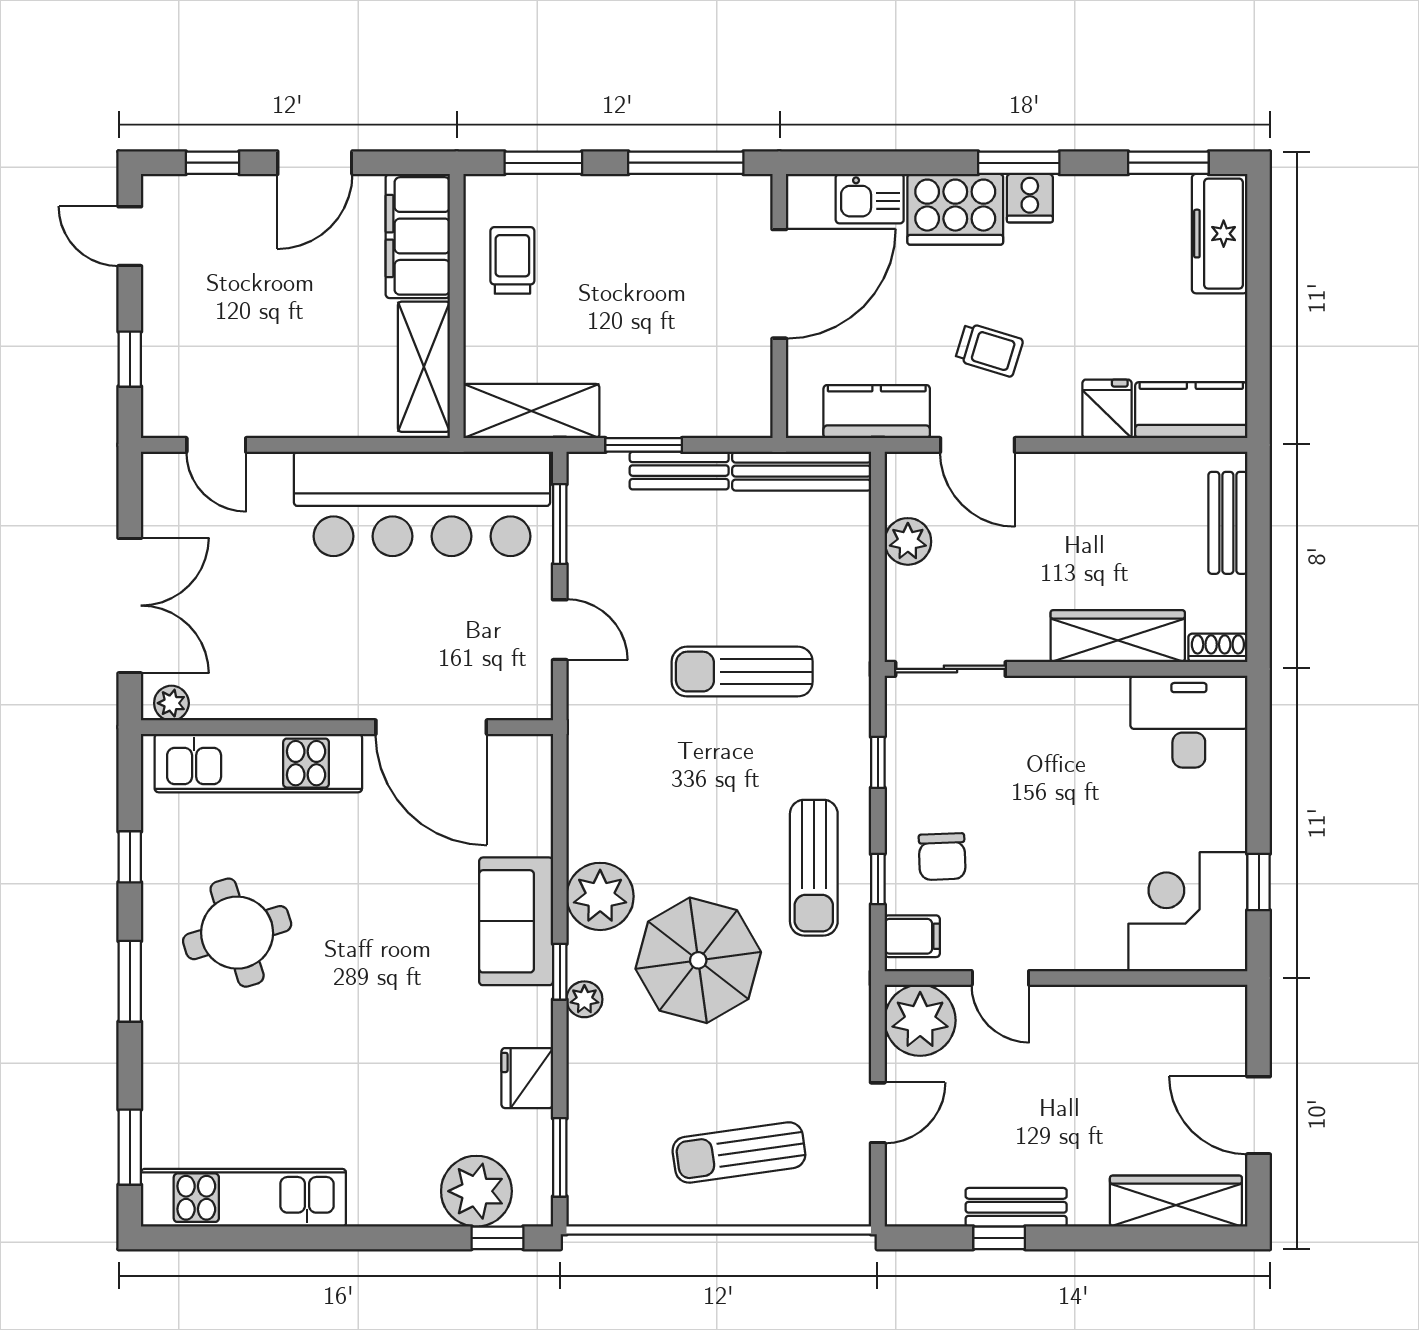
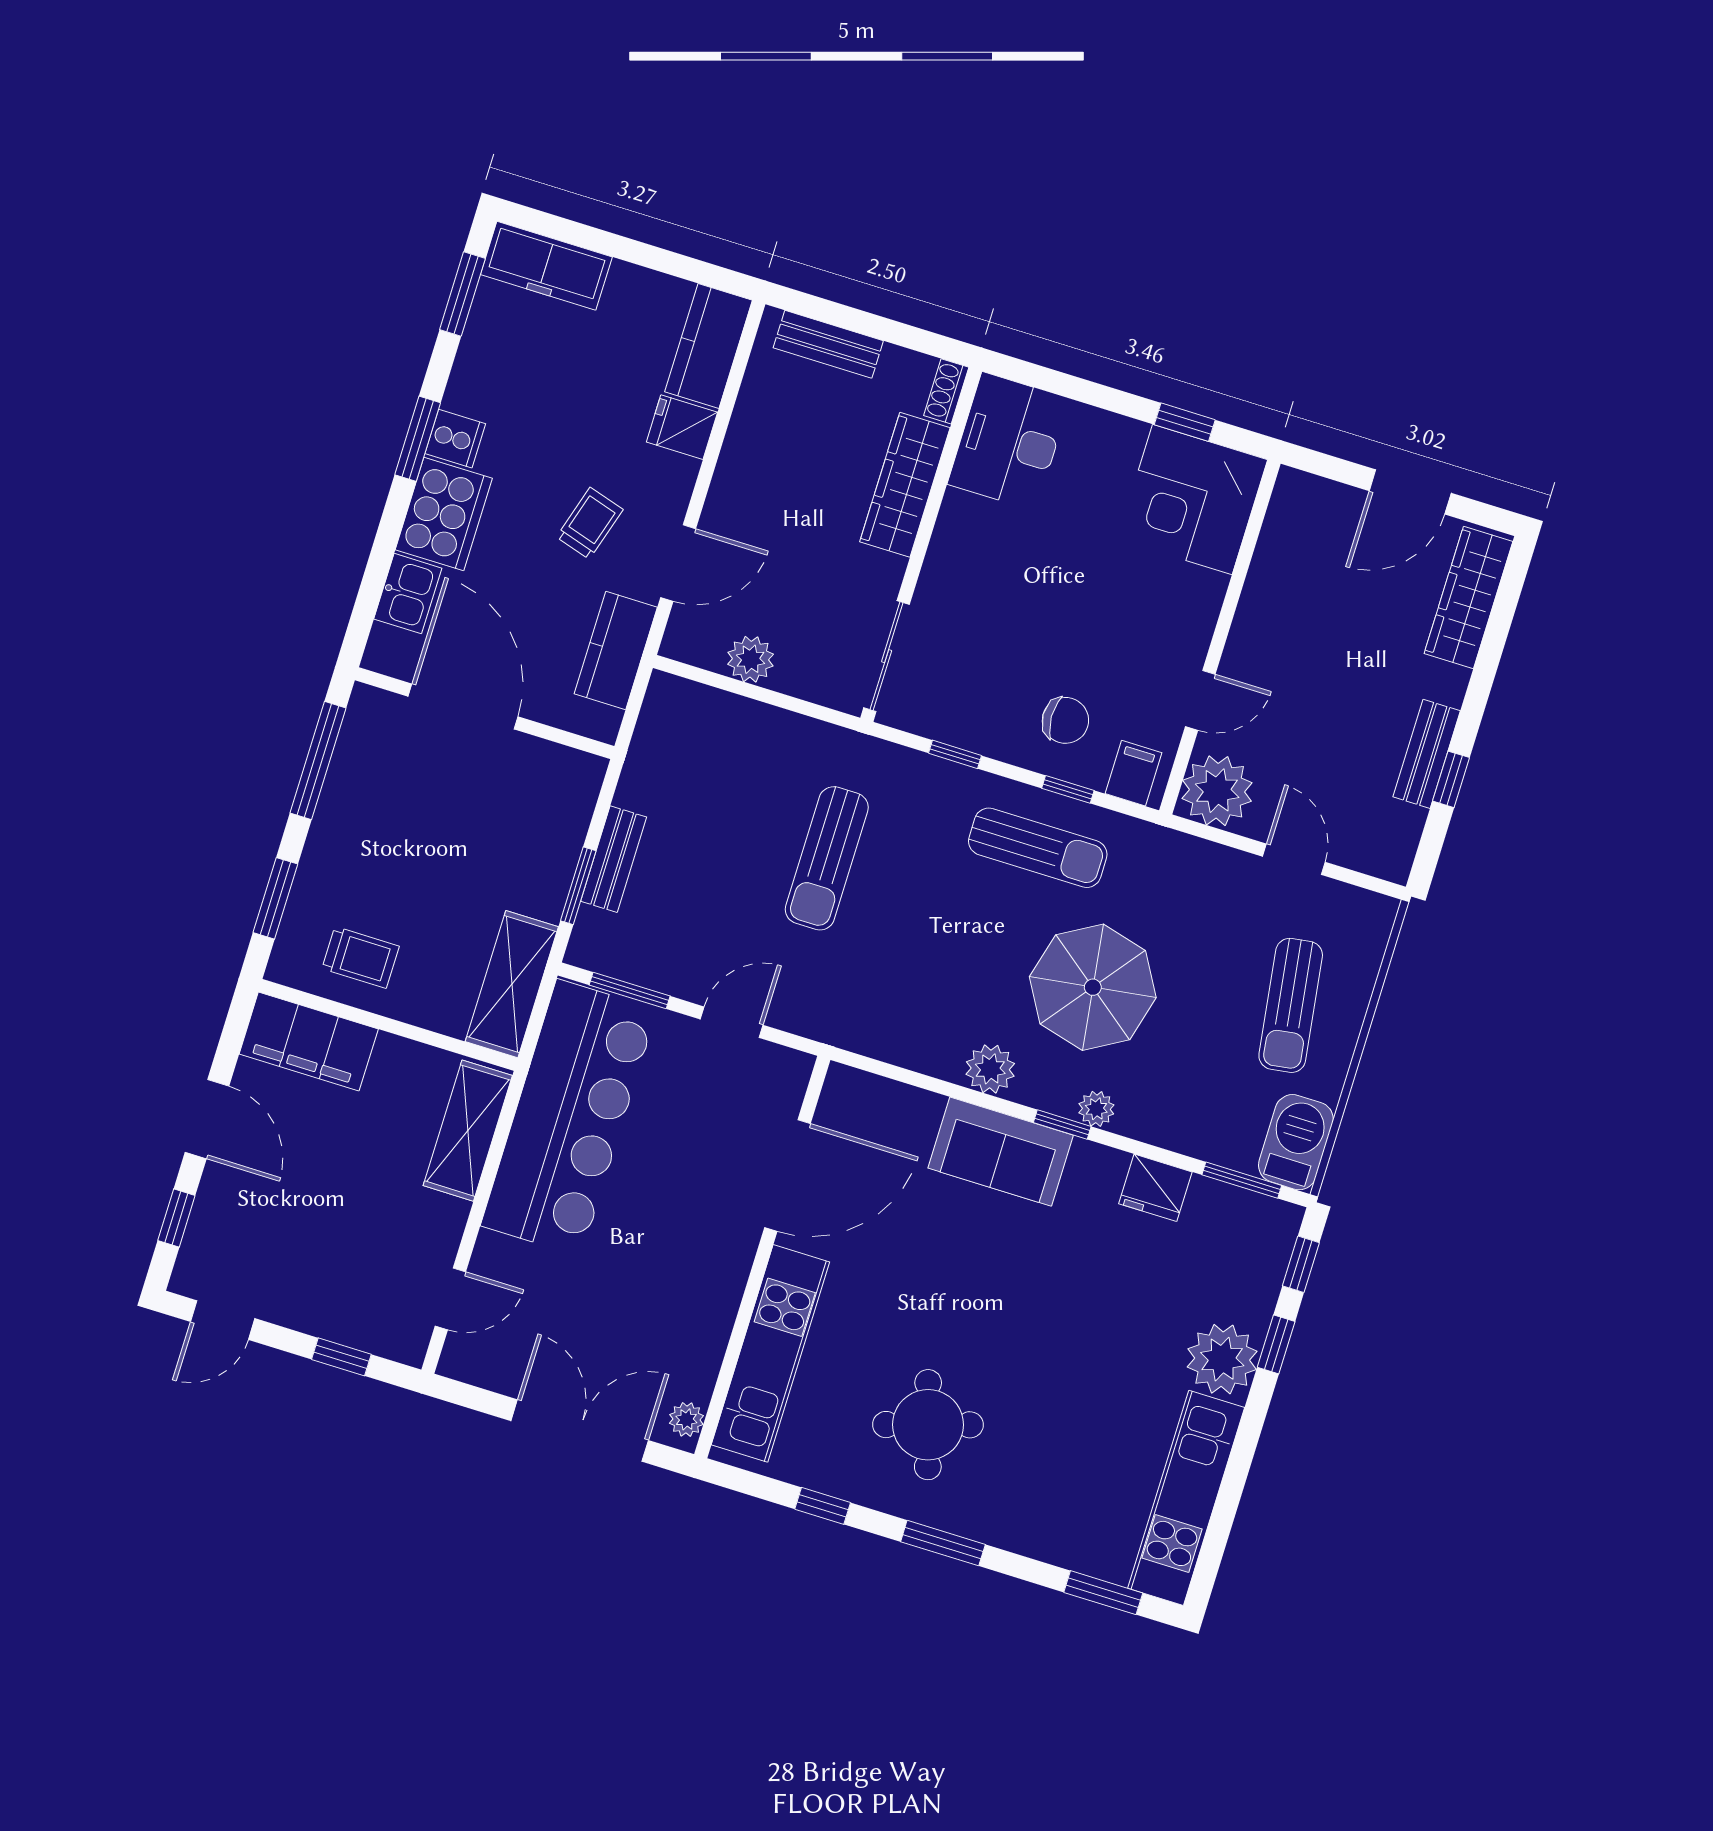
trolley: (512, 260) -> (361, 957), turned 180
shelving: (424, 367) -> (468, 1131), moved, turned 90
bench: (802, 471) -> (651, 741), removed
plant: (600, 896) -> (990, 1069), width x0.73, depth x0.73
plant: (476, 1191) -> (1222, 1359), moved
barbecue: (611, 1197) -> (1296, 1142), added
window: (415, 1238) -> (1276, 1344), added

